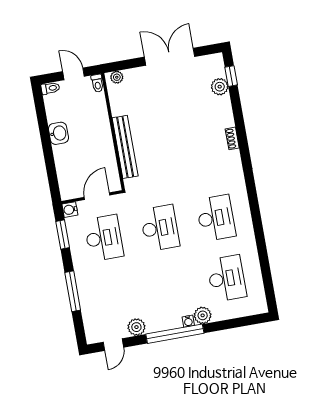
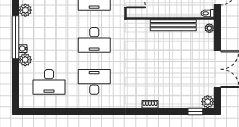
plant: (220, 87) -> (208, 102), moved
bench: (125, 147) -> (173, 25), moved
desk: (216, 218) -> (94, 82), turned 180

